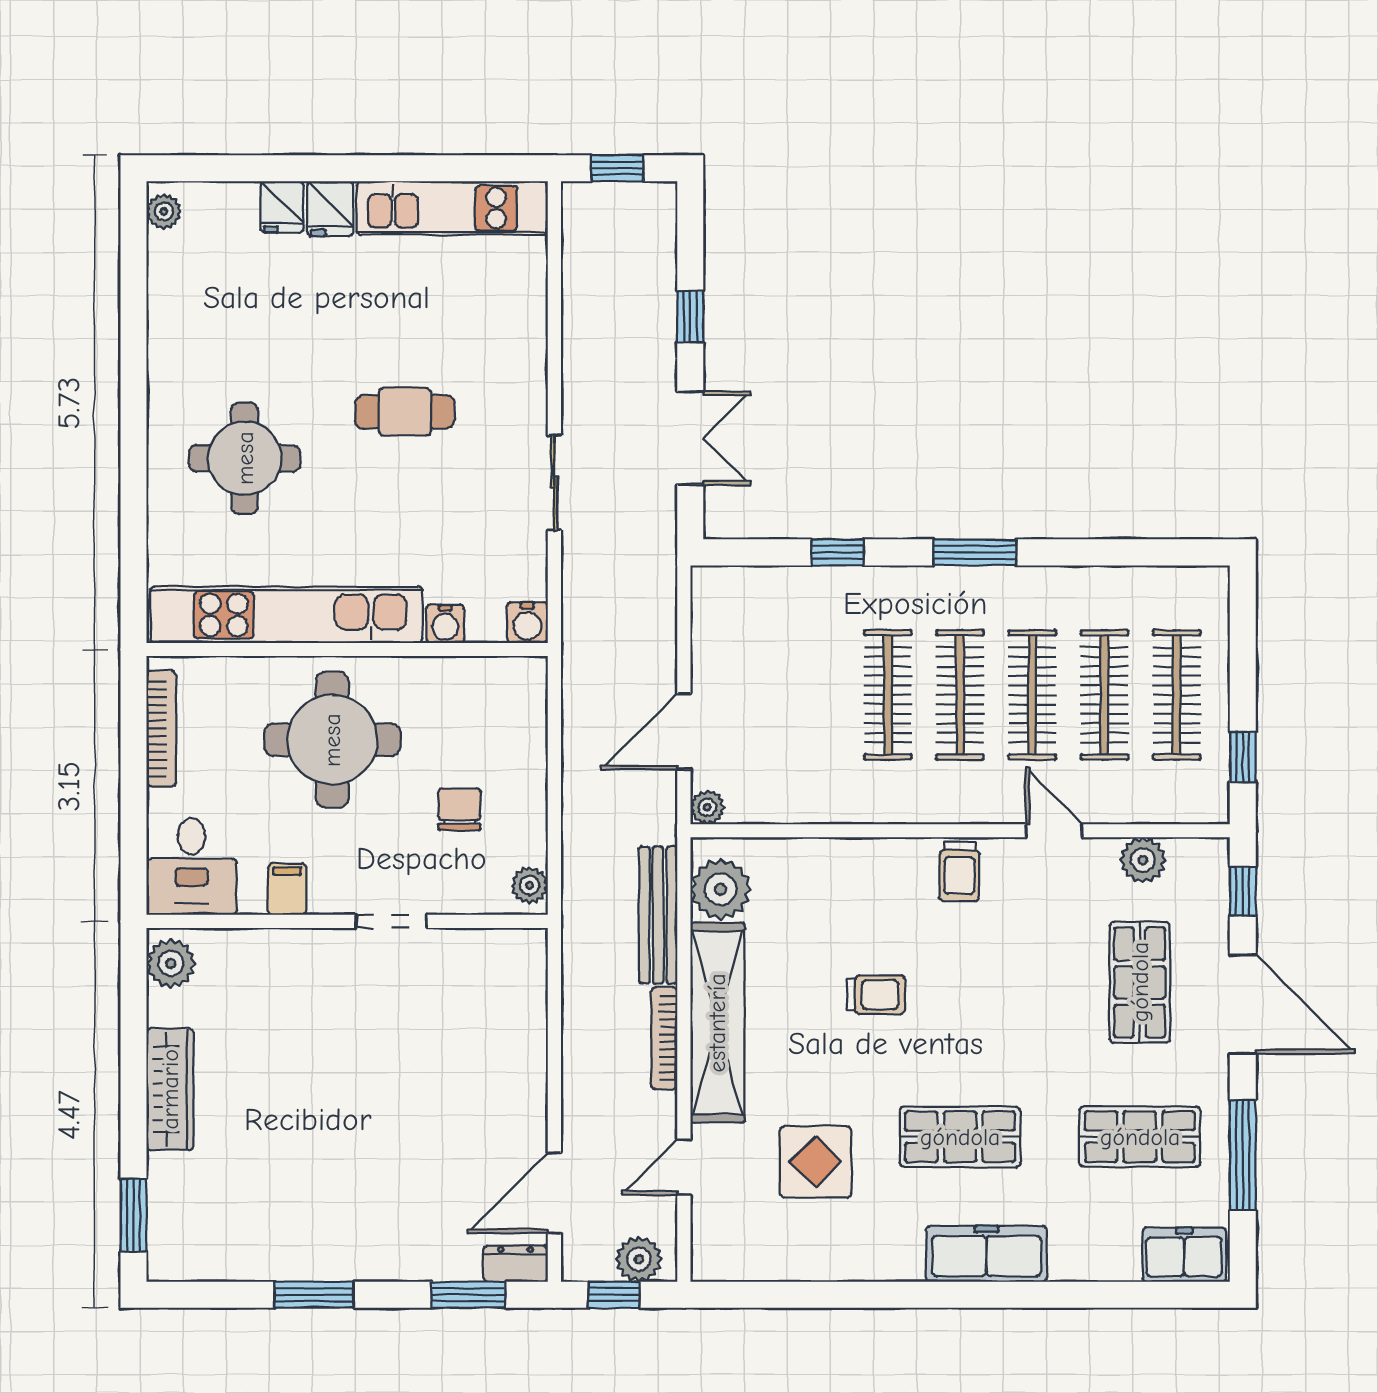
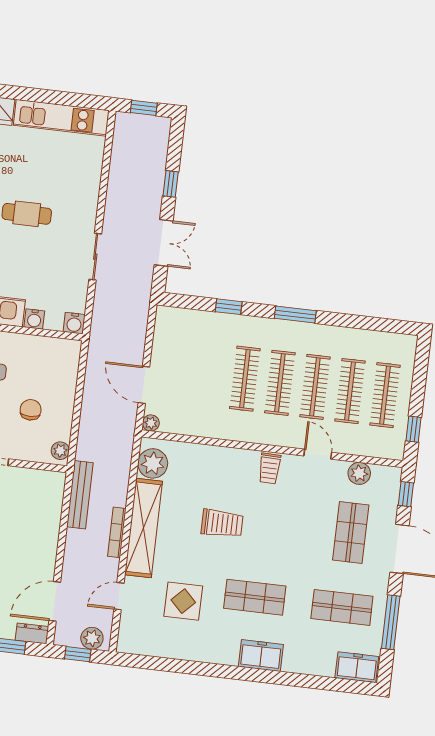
door: (684, 732) -> (144, 385), hinge flipped
bench: (658, 915) -> (80, 495), moved
trolley: (876, 995) -> (222, 523), width x1.36, depth x1.39
freezer: (986, 1254) -> (261, 655), width x0.71

